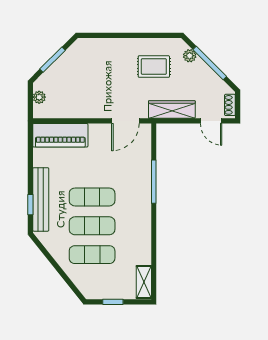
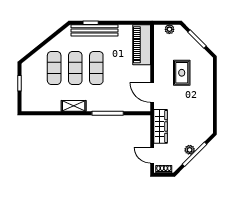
plant: (190, 56) -> (190, 150), moved
rug: (154, 67) -> (182, 73), moved
door: (211, 121) -> (152, 155), hinge flipped
shelving: (144, 282) -> (74, 106), moved

